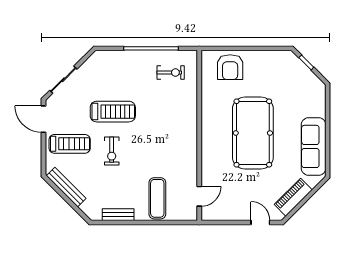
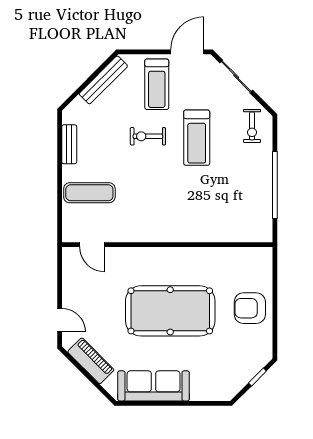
armchair: (230, 67) -> (250, 308), moved
exercise bike: (171, 73) -> (252, 126), moved
door: (260, 222) -> (60, 320), hinge flipped

